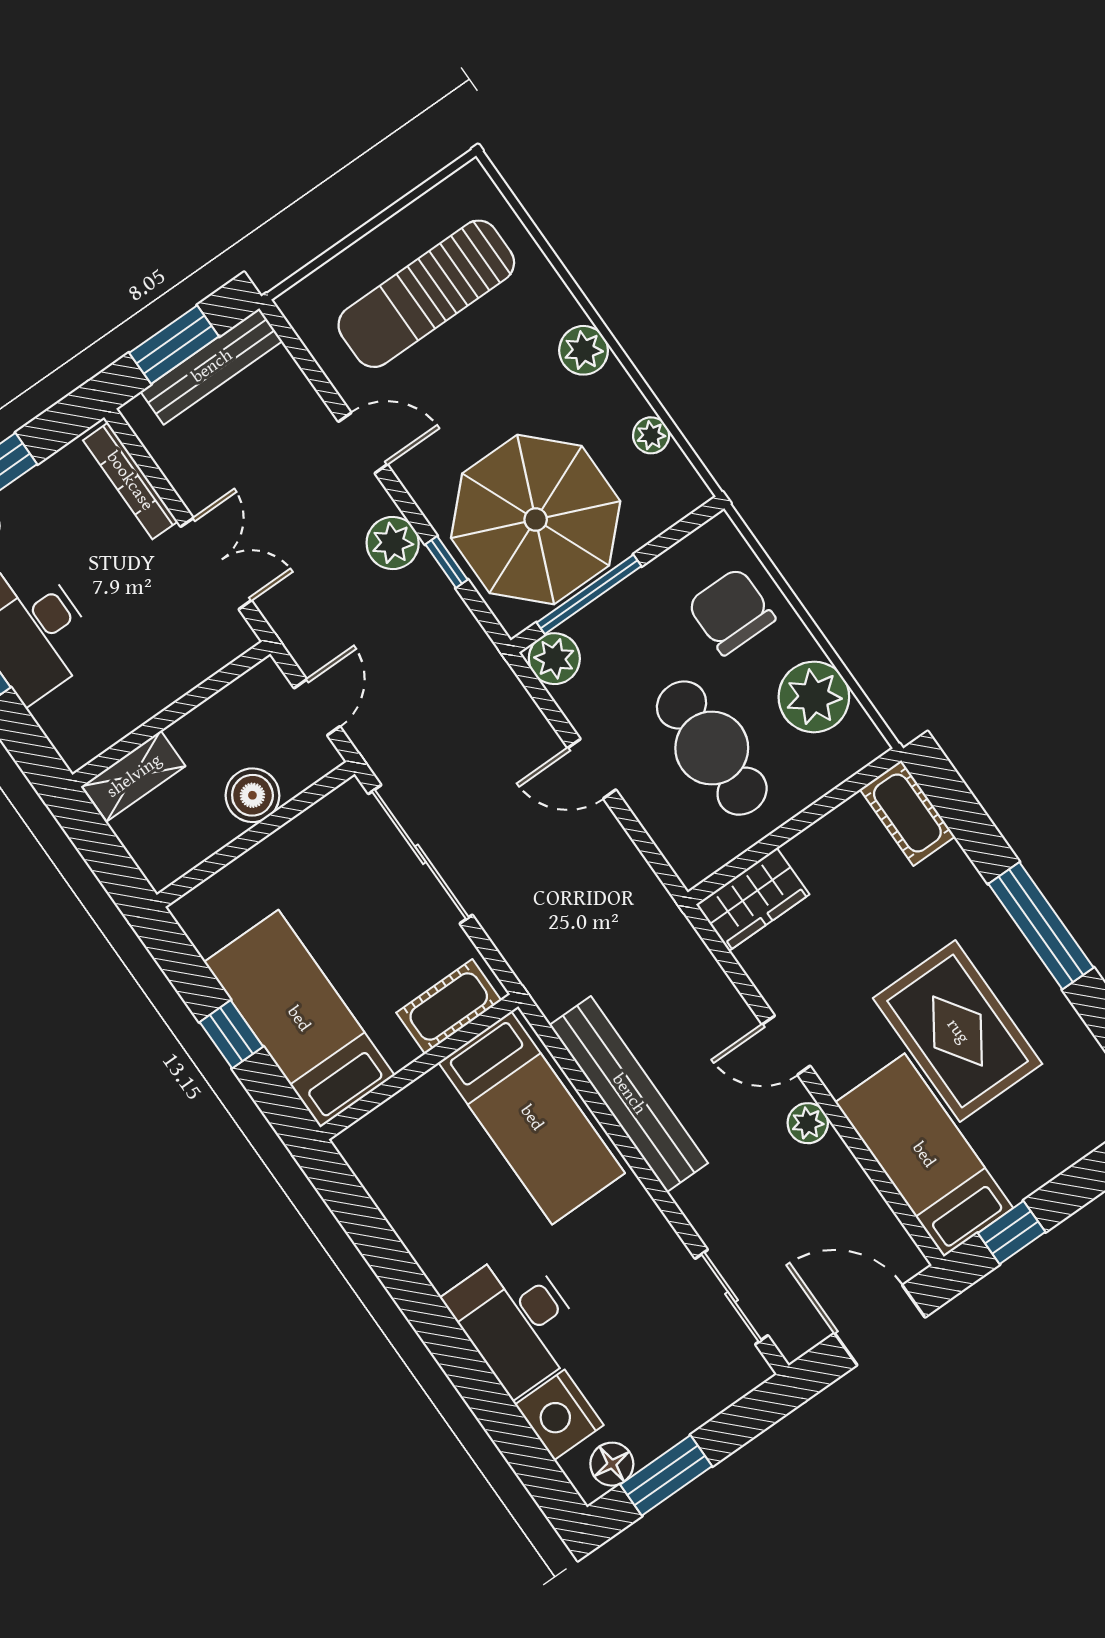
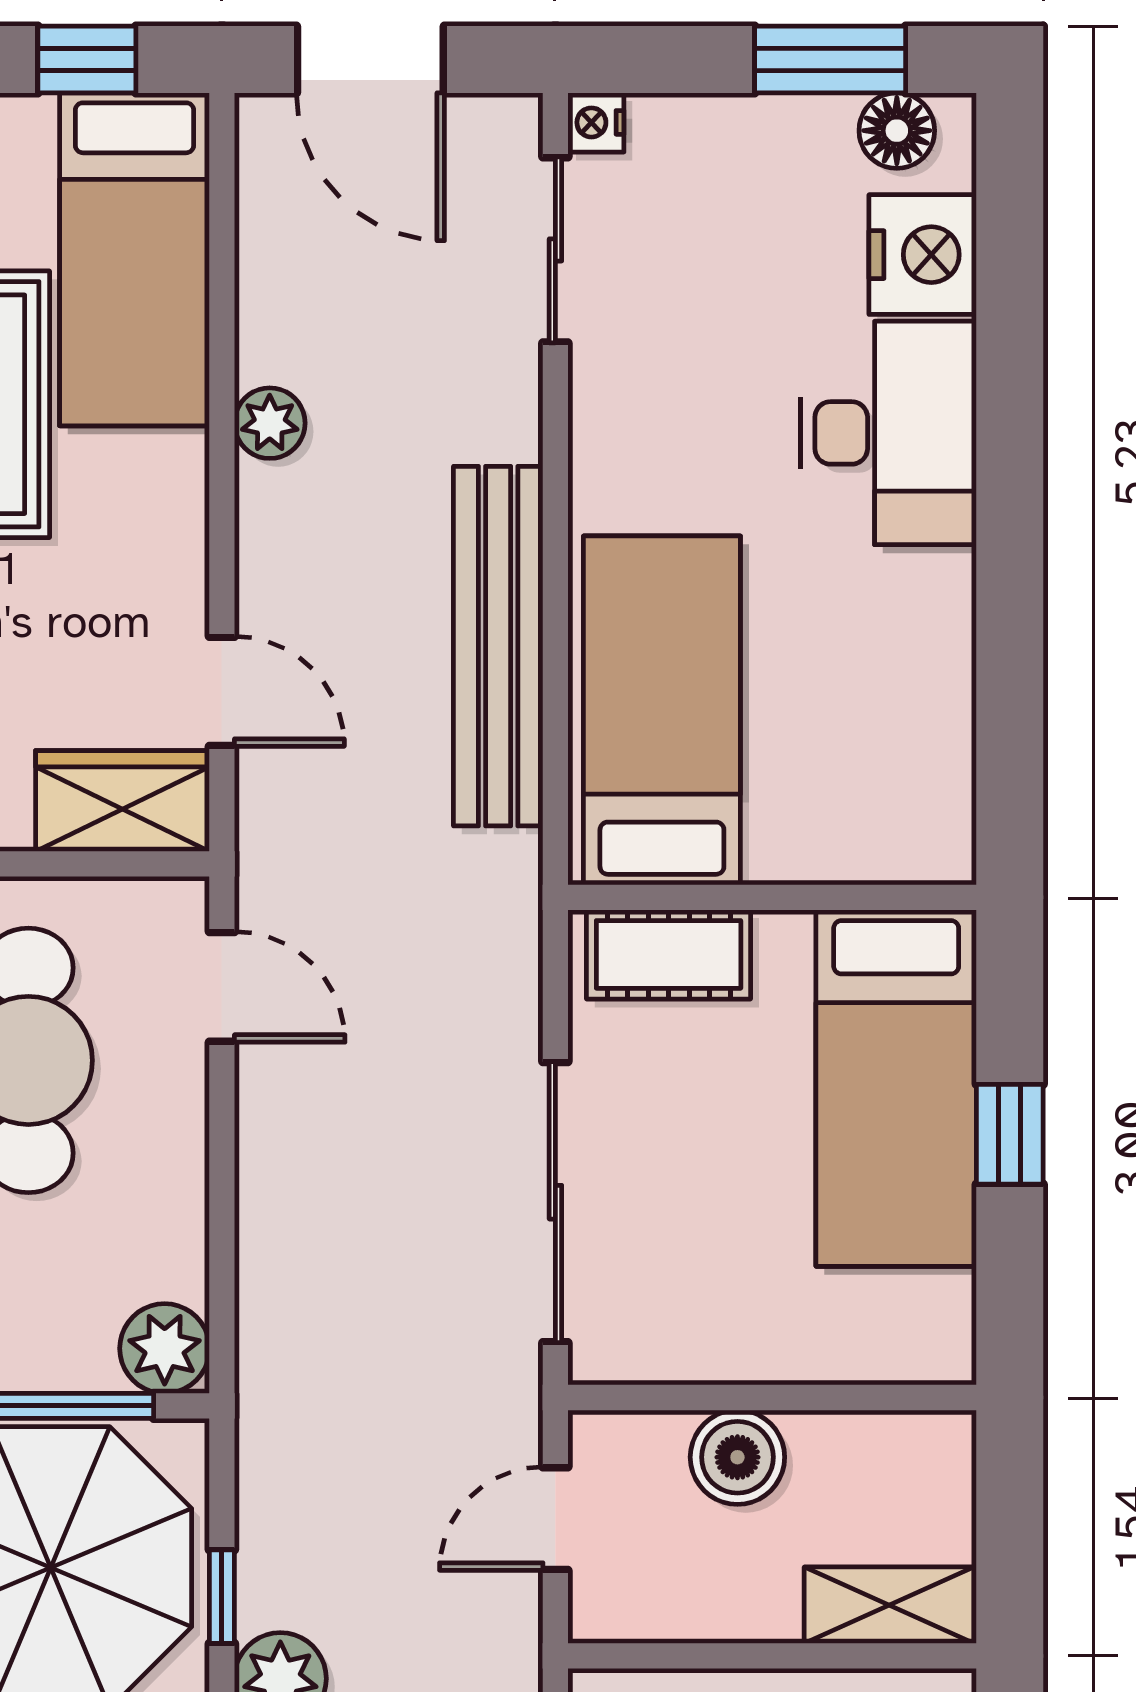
door: (592, 769) -> (222, 987), moved
door: (786, 1045) -> (222, 691), moved
nightstand: (754, 1370) -> (596, 122), added

